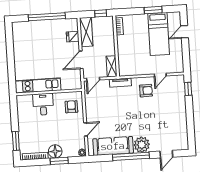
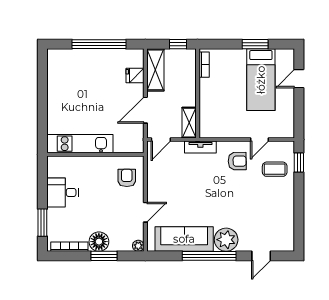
coffee table: (172, 95) -> (275, 169), added
desk: (43, 104) -> (63, 192), moved, turned -90

